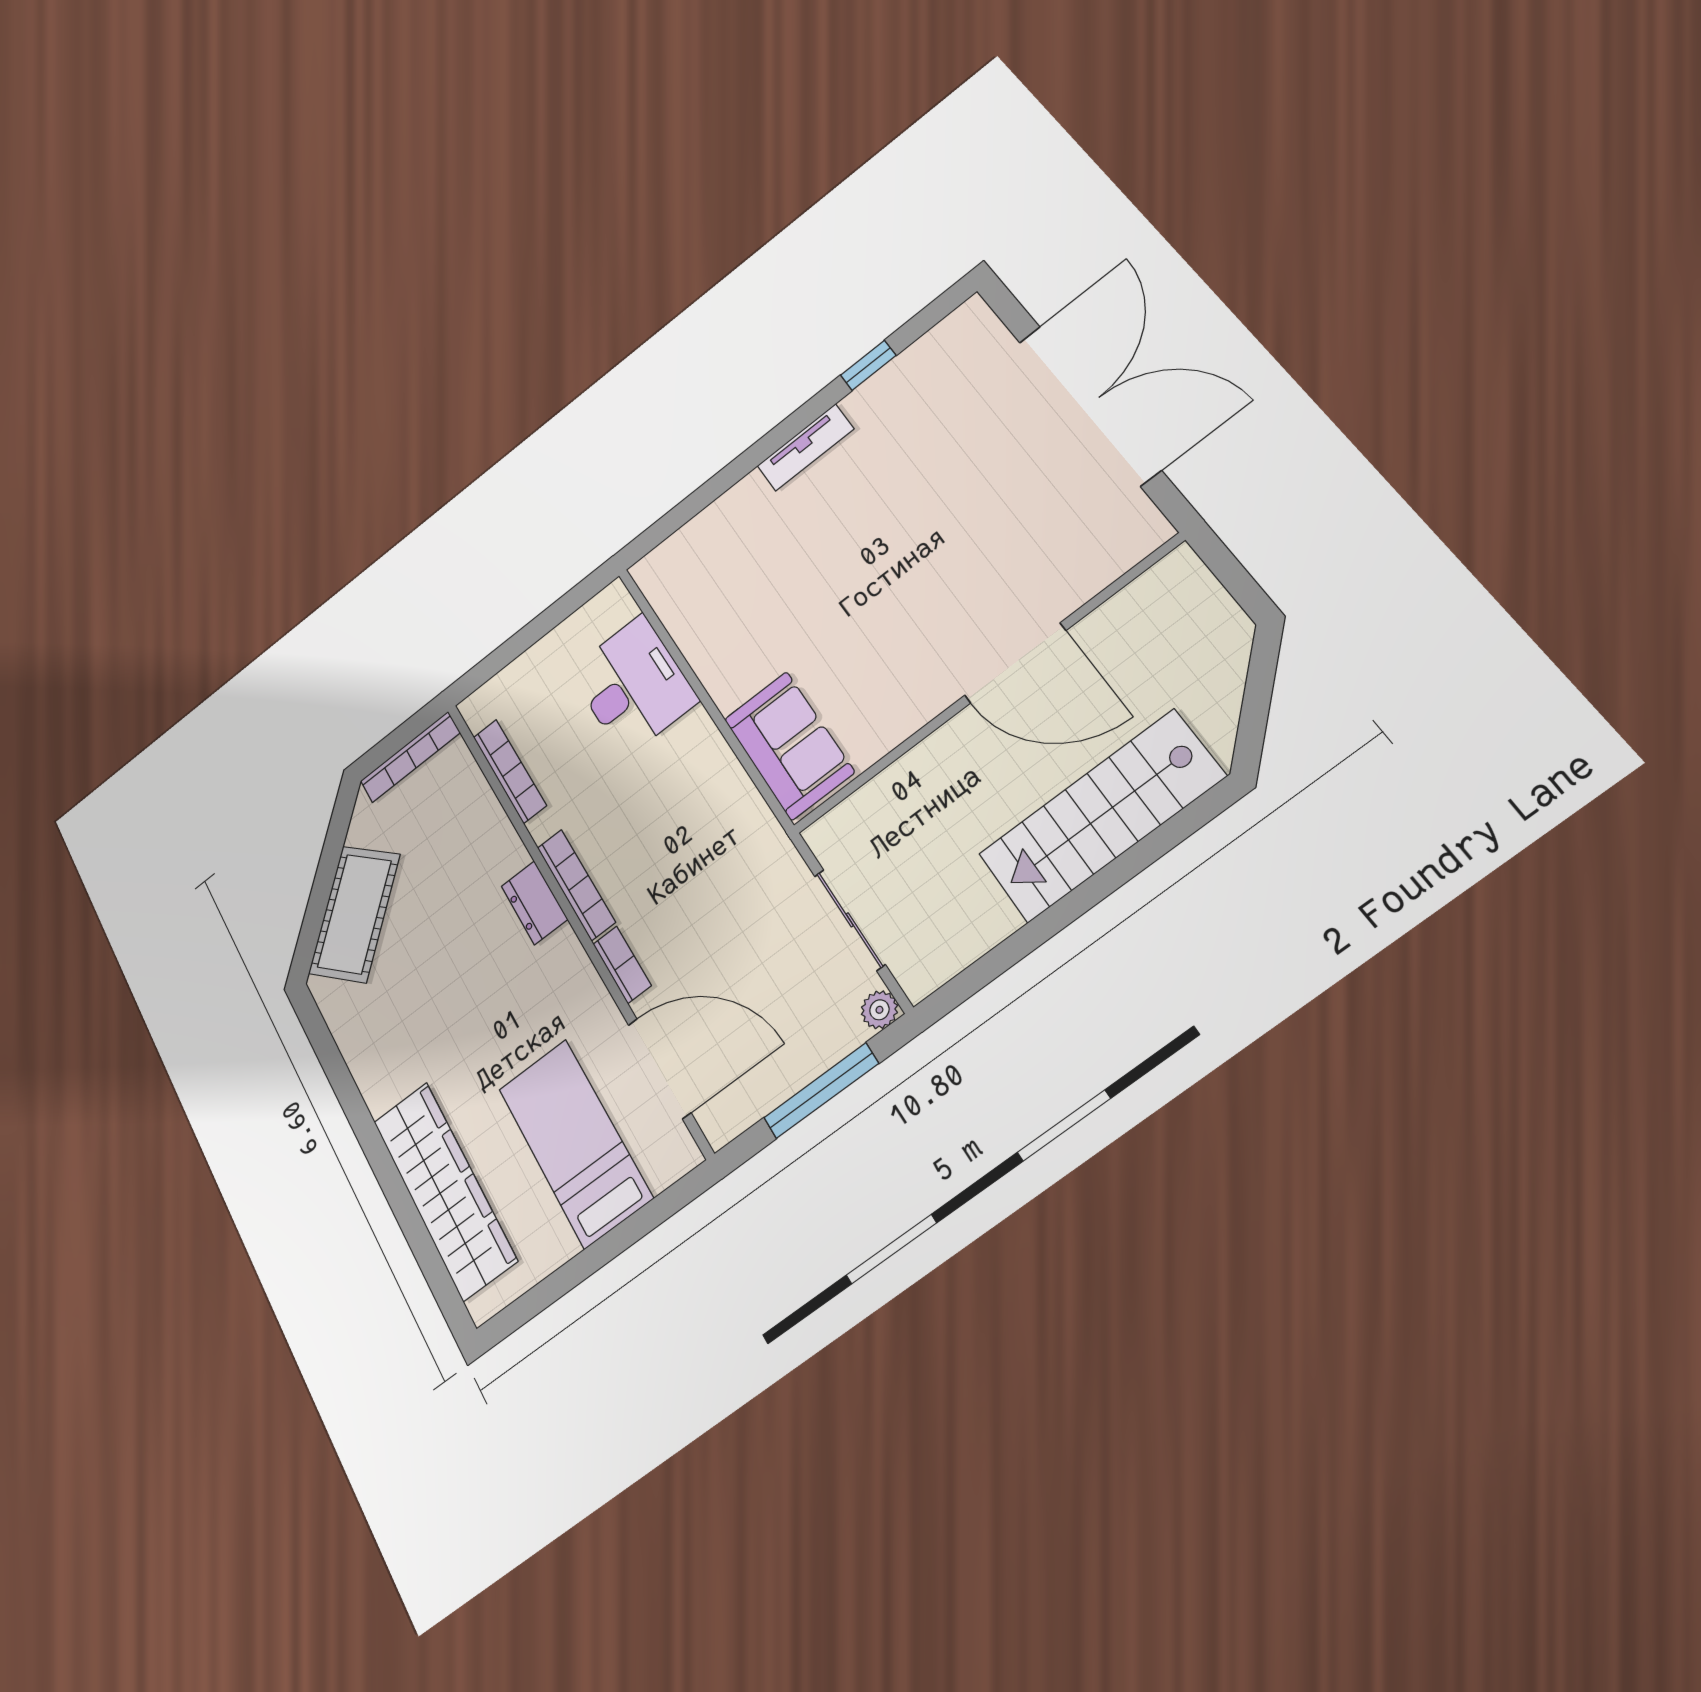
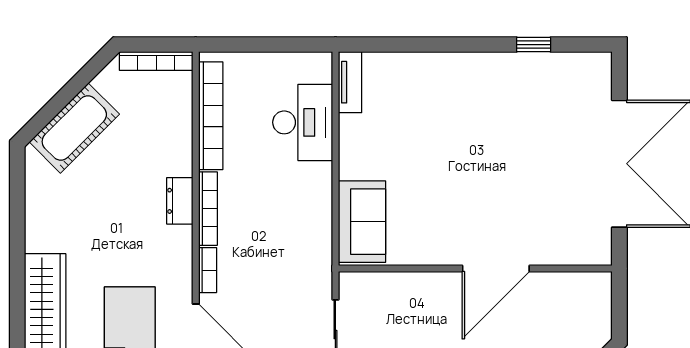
tv unit: (805, 447) -> (350, 82), moved, turned -90
door: (1015, 663) -> (496, 269), hinge flipped
bookcase: (510, 771) -> (211, 116), width x1.48, depth x1.31

